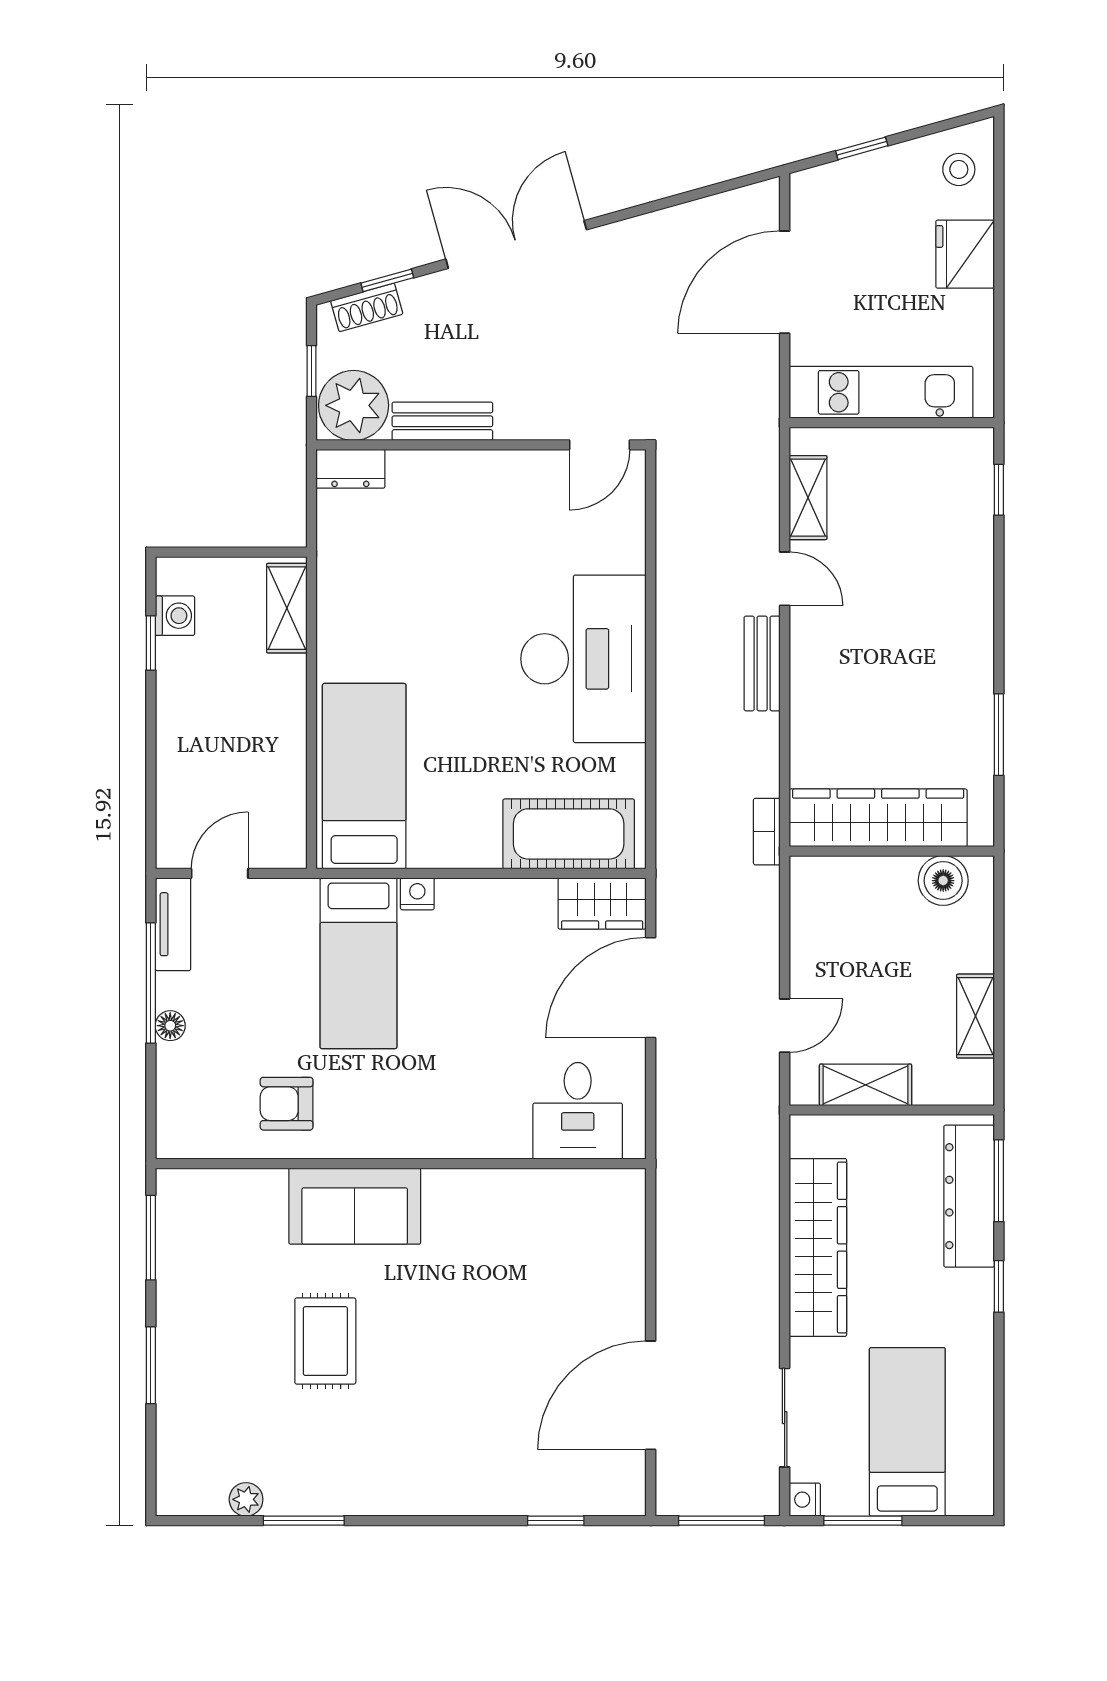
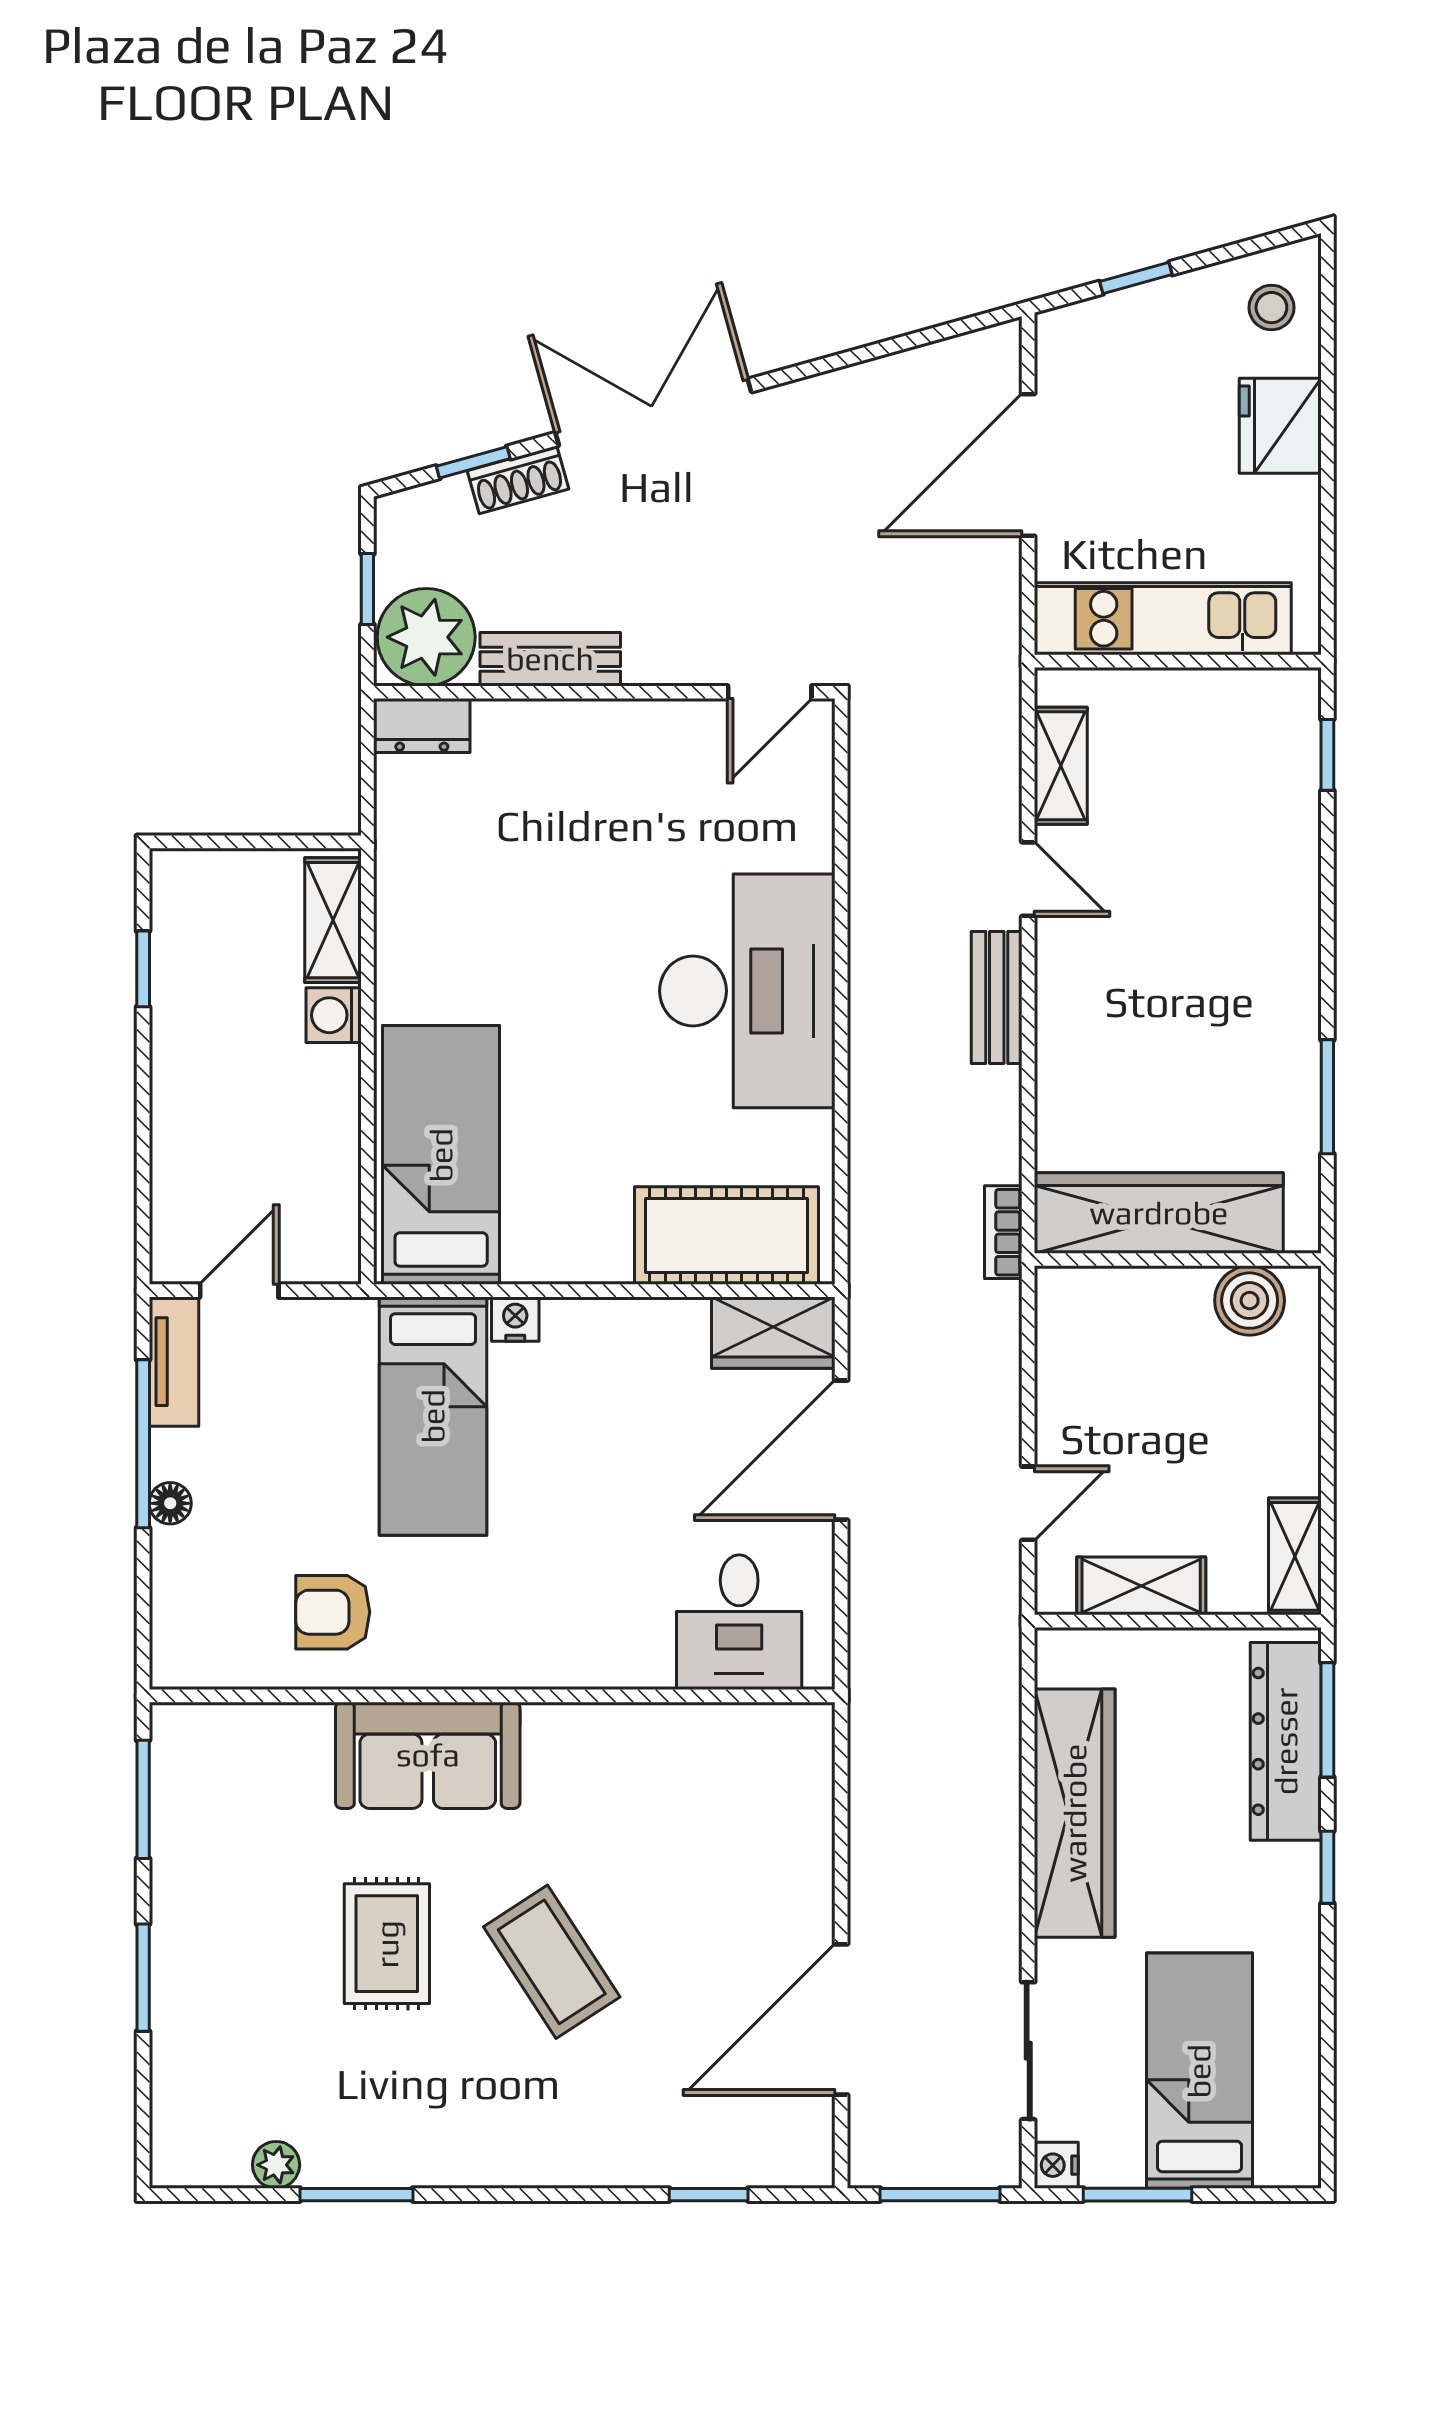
shoe rack: (367, 307) -> (518, 480), moved
washing machine: (175, 616) -> (334, 1015), moved, turned 180
shelving: (976, 1016) -> (1295, 1556), moved
coffee table: (443, 1354) -> (552, 1962), added

